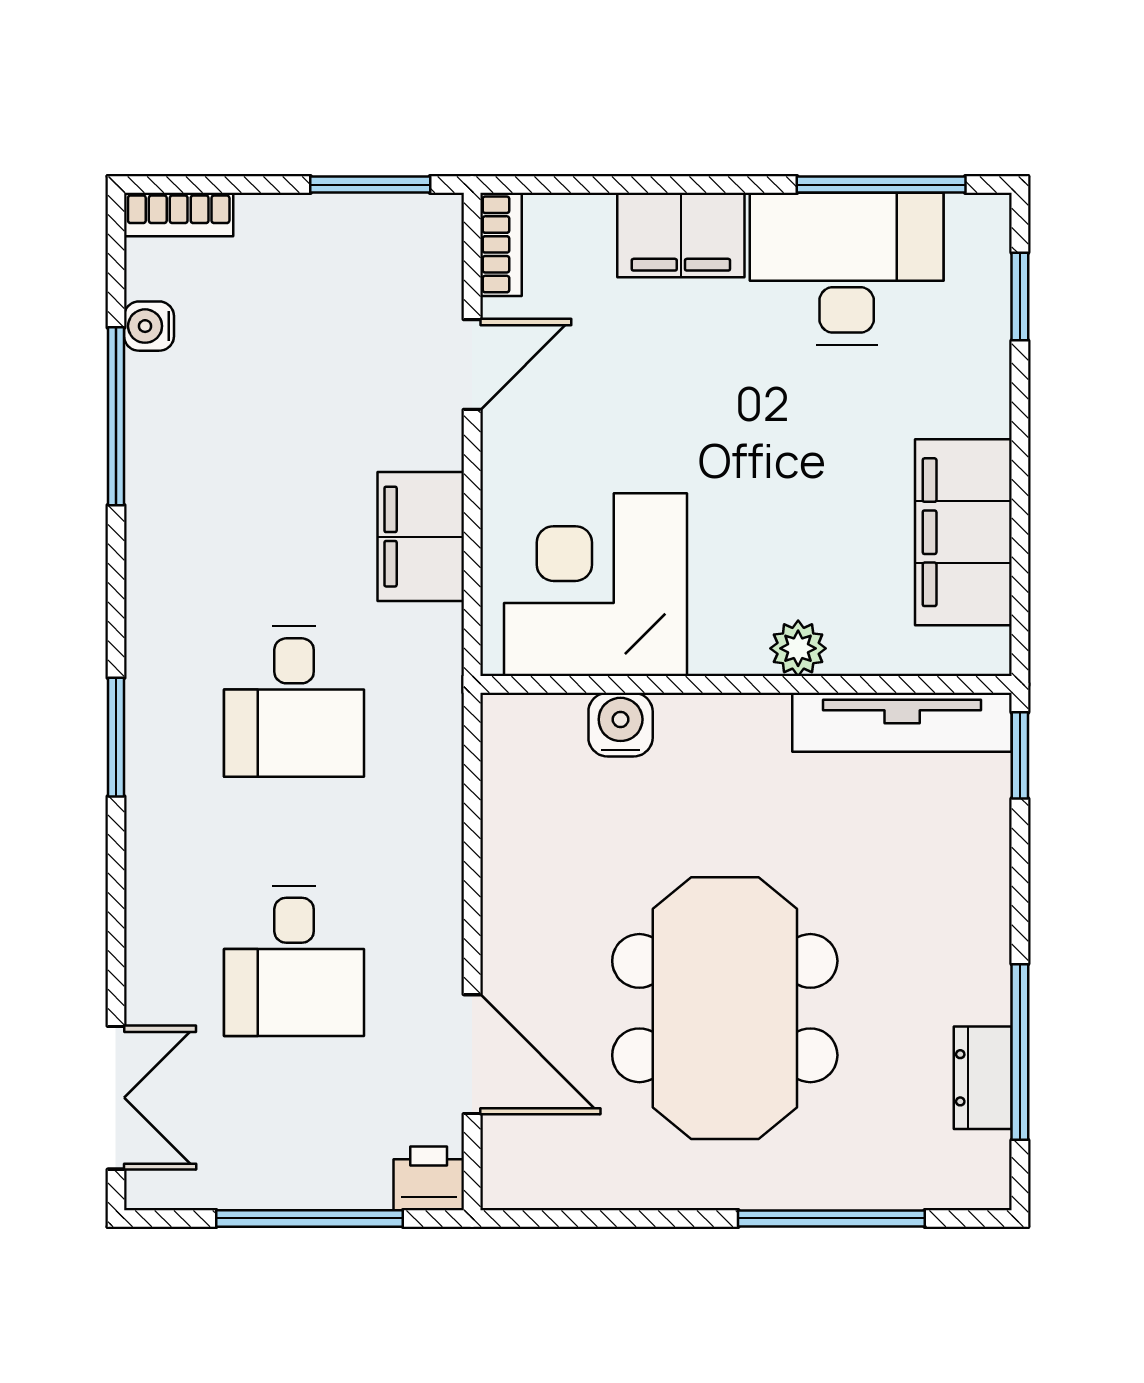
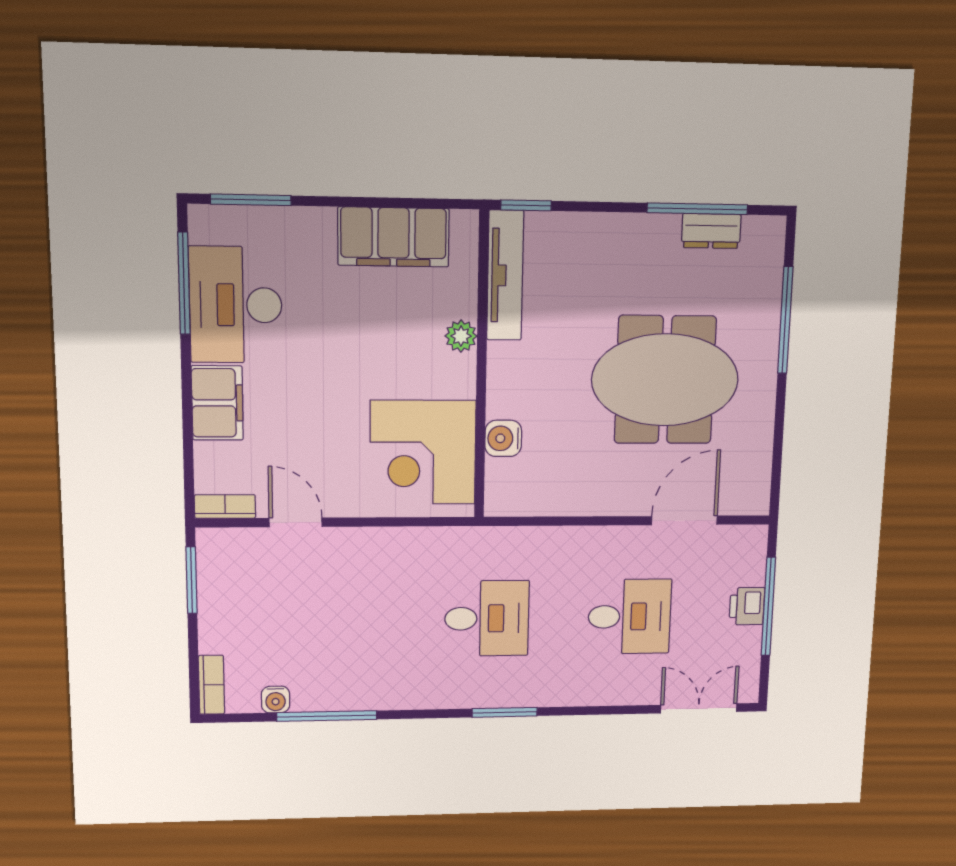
window: (1020, 297) -> (251, 200), width x1.50
filing cabinet: (421, 537) -> (395, 550), removed
printer: (429, 1178) -> (747, 606), moved

